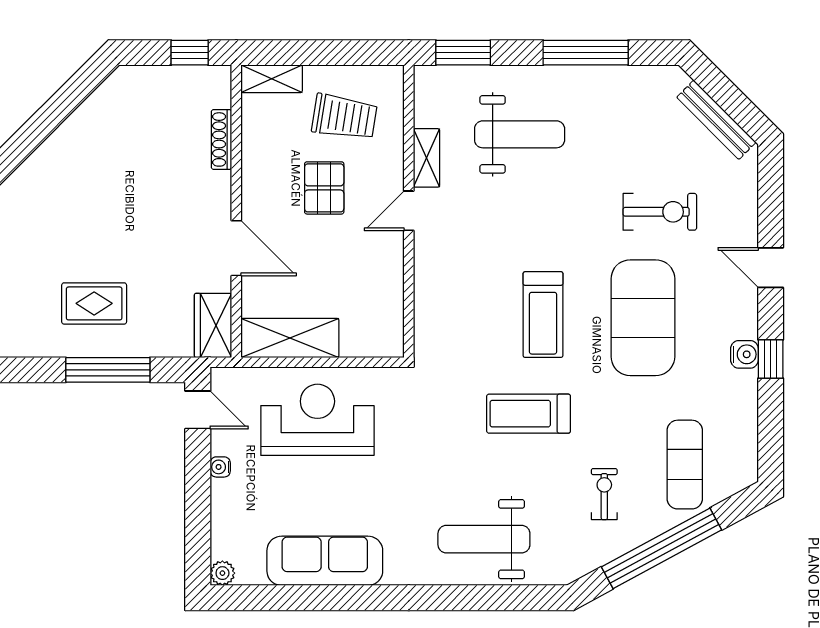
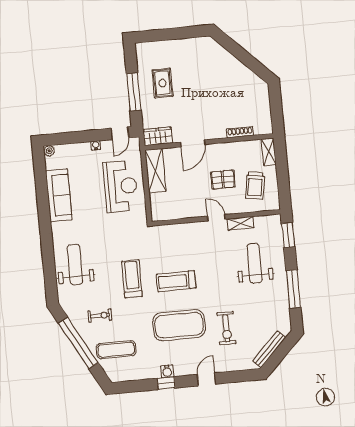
window: (190, 53) -> (277, 115), removed
weight bench: (520, 134) -> (255, 263), turned 180

